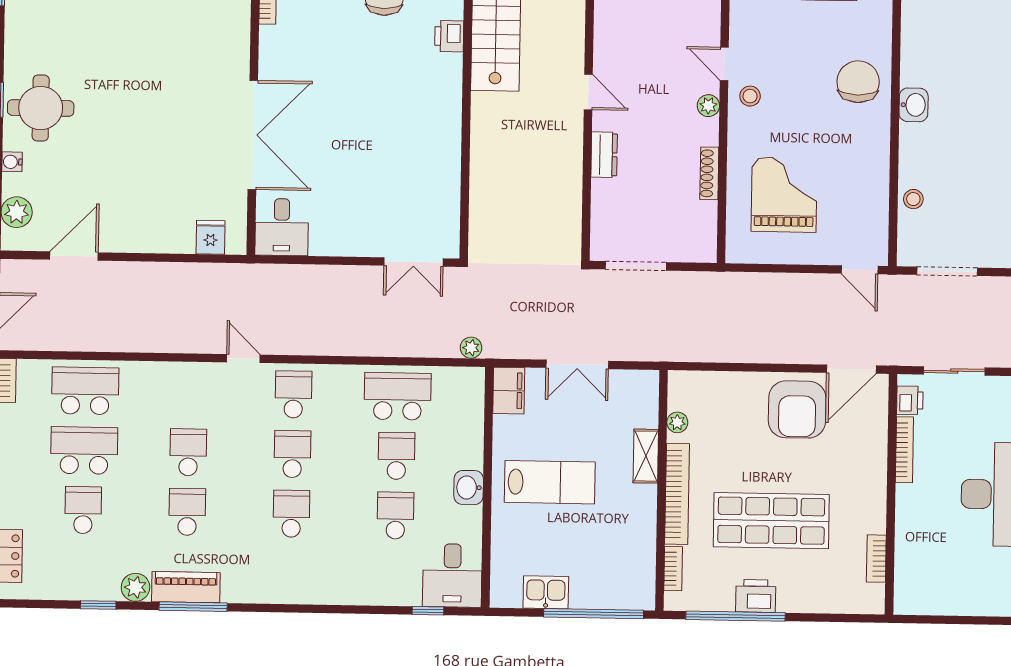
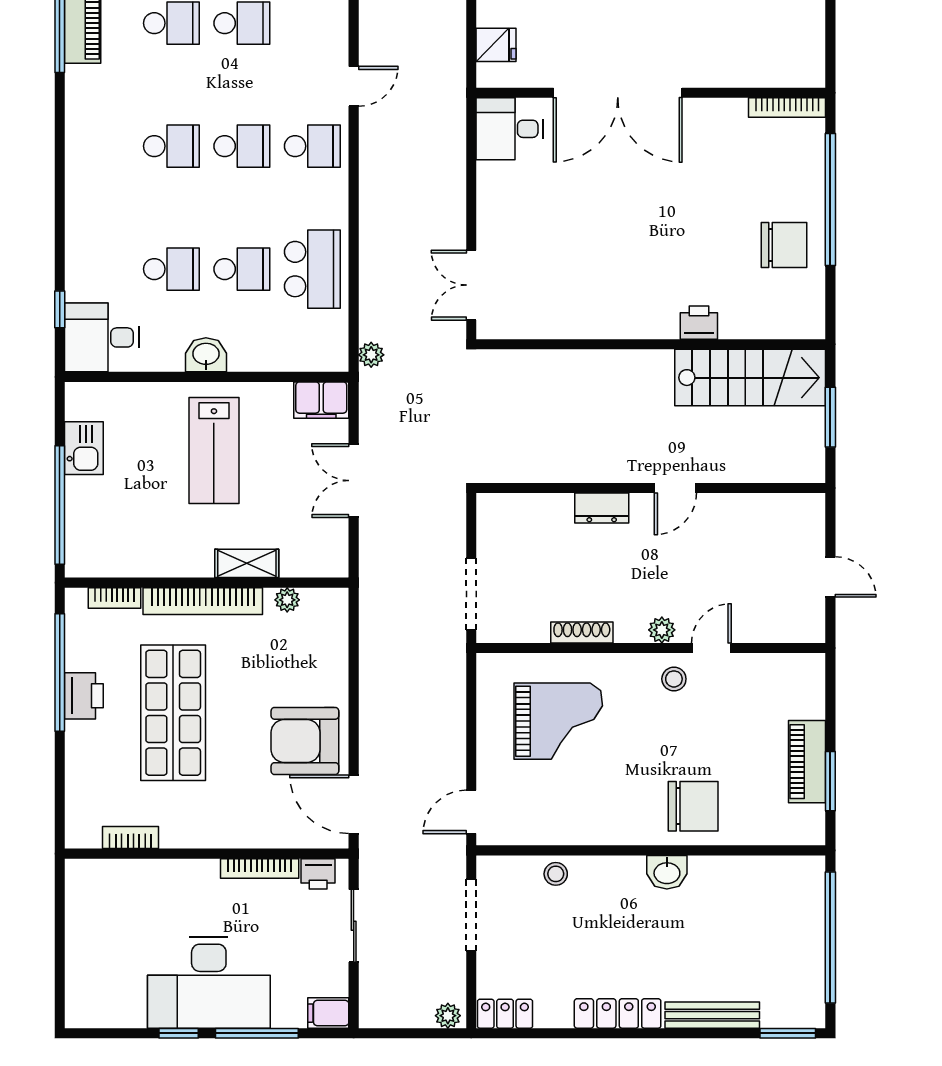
printer: (449, 36) -> (699, 323), moved
doorway: (636, 266) -> (471, 594), moved

